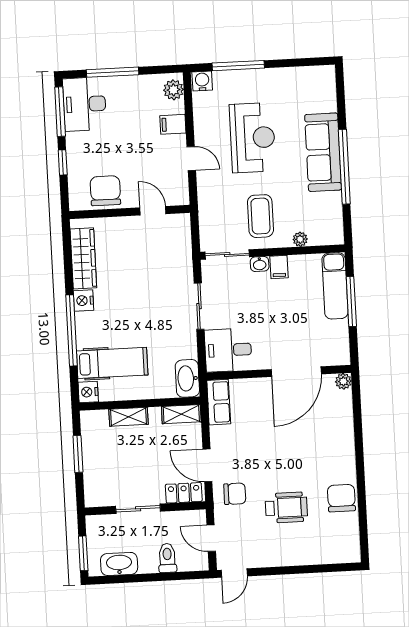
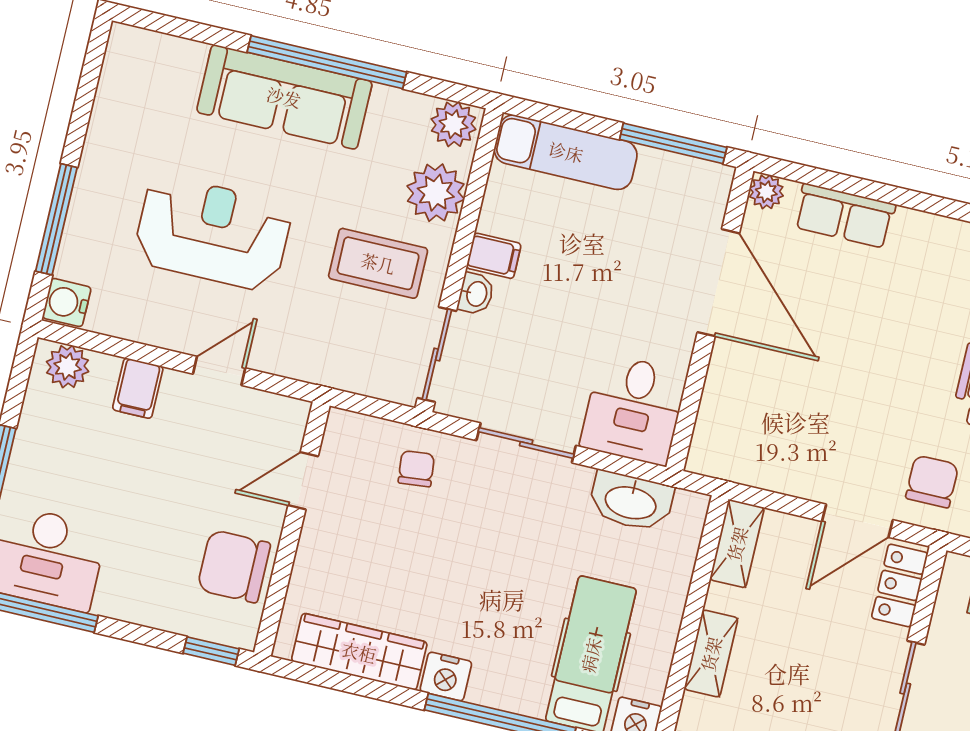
window: (63, 162) -> (211, 651), moved
plant: (333, 232) -> (454, 124), added
plant: (300, 239) -> (436, 193), width x1.87, depth x1.87
chair: (173, 260) -> (416, 469), added
window: (351, 301) -> (673, 143), moved
washbasin: (187, 378) -> (631, 501), moved
row of seats: (219, 402) -> (845, 216), moved, turned 180

